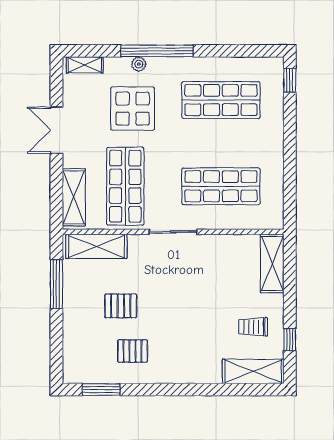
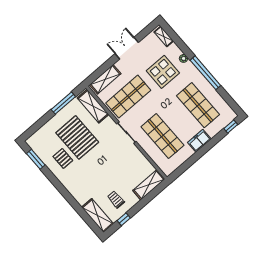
window: (157, 51) -> (205, 73), moved
freezer: (272, 141) -> (199, 141), added
pallet: (121, 306) -> (77, 137), width x2.05, depth x2.00

